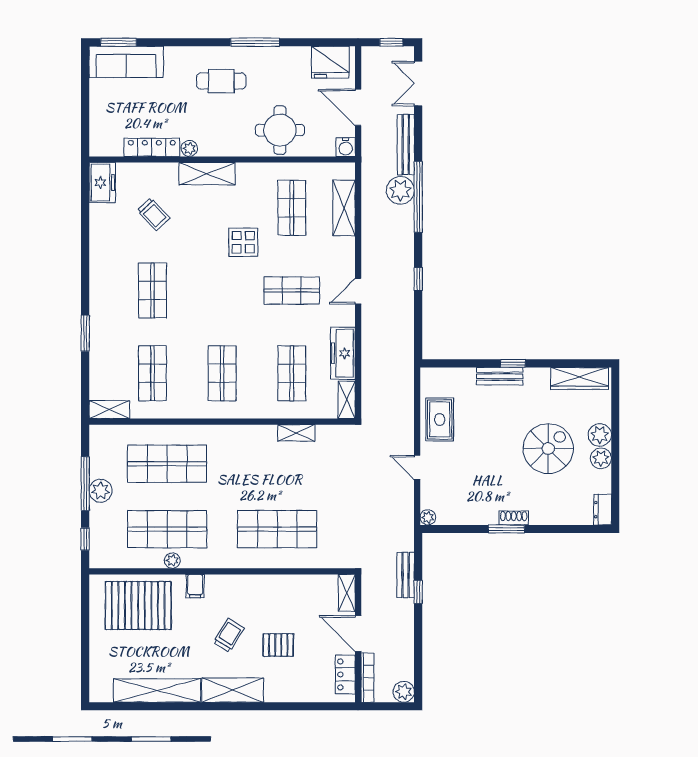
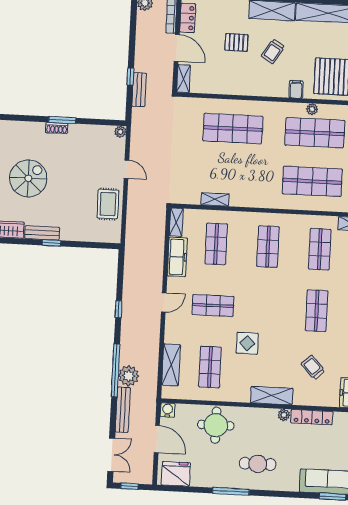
bench: (500, 376) -> (42, 233), moved
spiral stairs: (548, 448) -> (28, 178), turned 180

